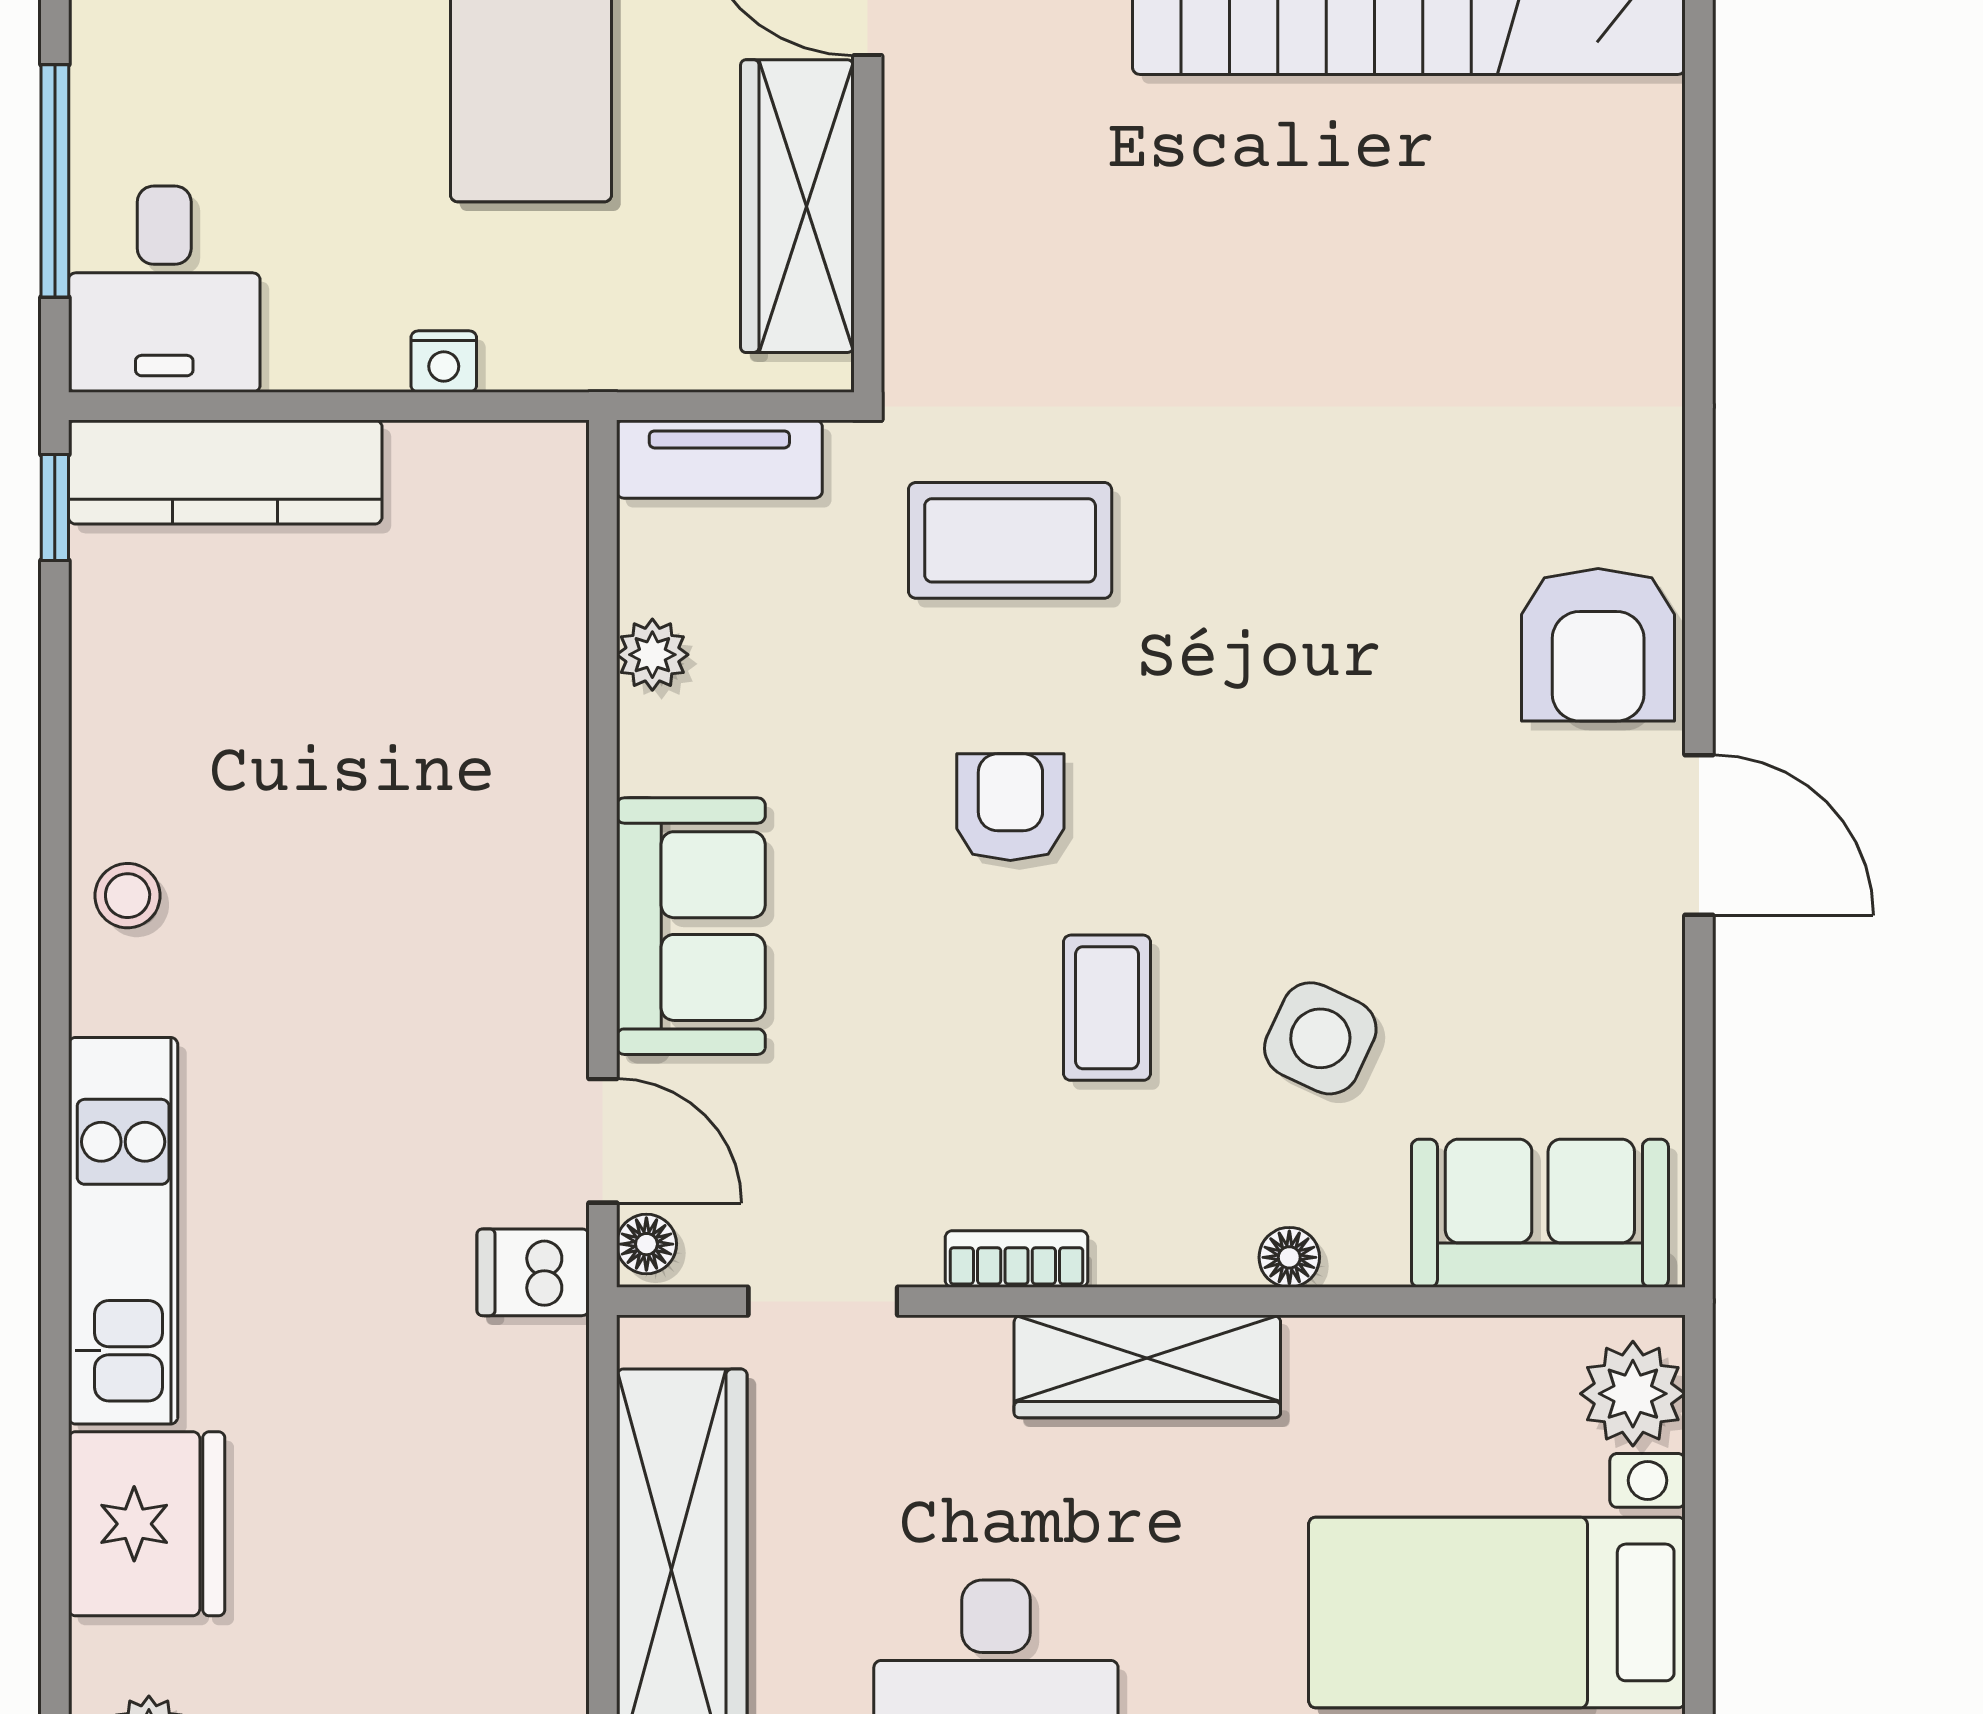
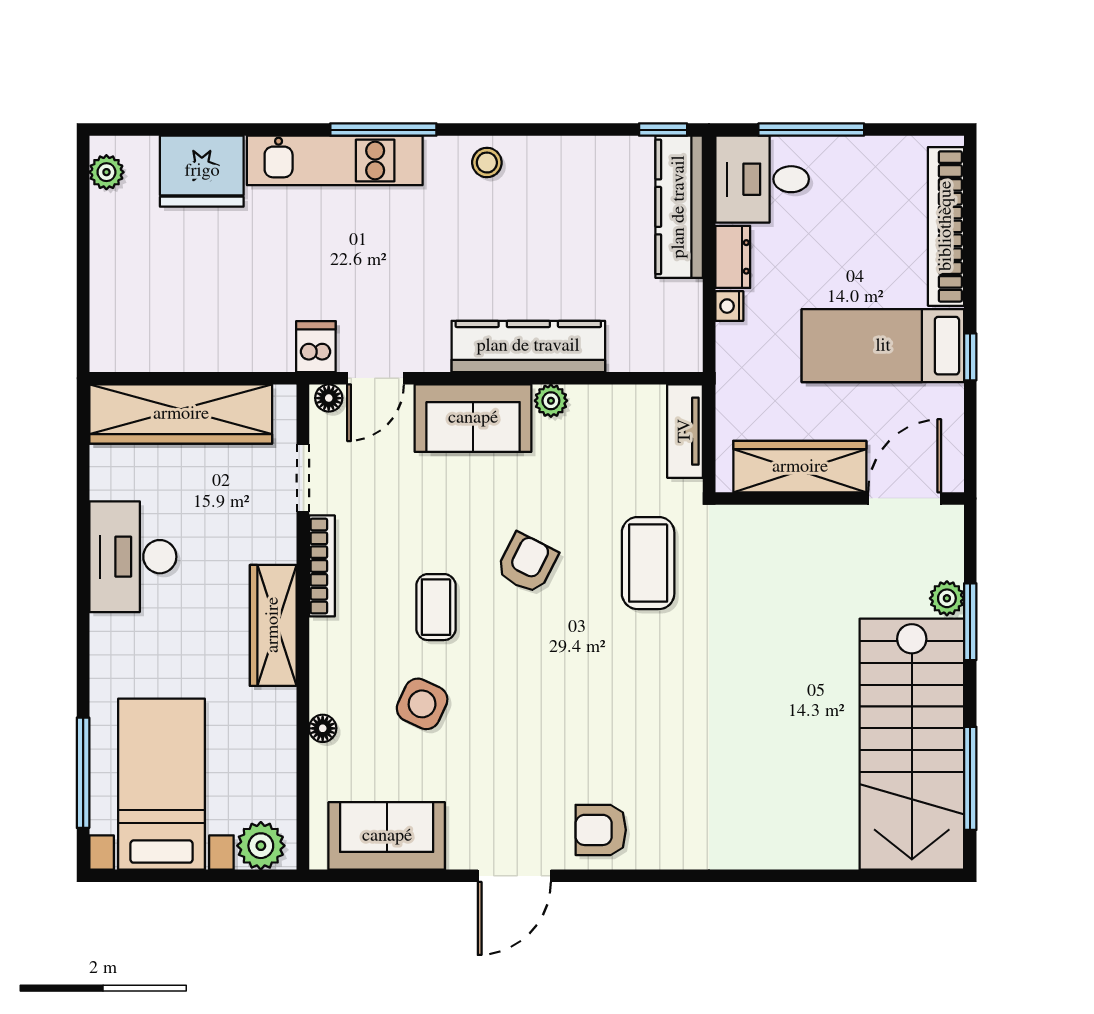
dresser: (336, 354) -> (733, 257), added
armchair: (1598, 645) -> (601, 830), width x0.72, depth x0.72
plant: (652, 655) -> (551, 401), moved
kitchen counter: (533, 804) -> (528, 346), added
armchair: (1010, 807) -> (527, 563), turned -63
coffee table: (1107, 1008) -> (436, 607), turned 90
window: (55, 1124) -> (383, 130), added
sofa: (1540, 1213) -> (387, 836), moved, turned -90
floor lamp: (1289, 1257) -> (323, 728), moved
bookcase: (1017, 1259) -> (322, 566), width x1.56

